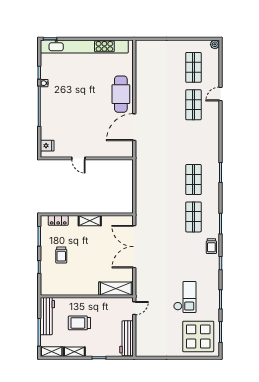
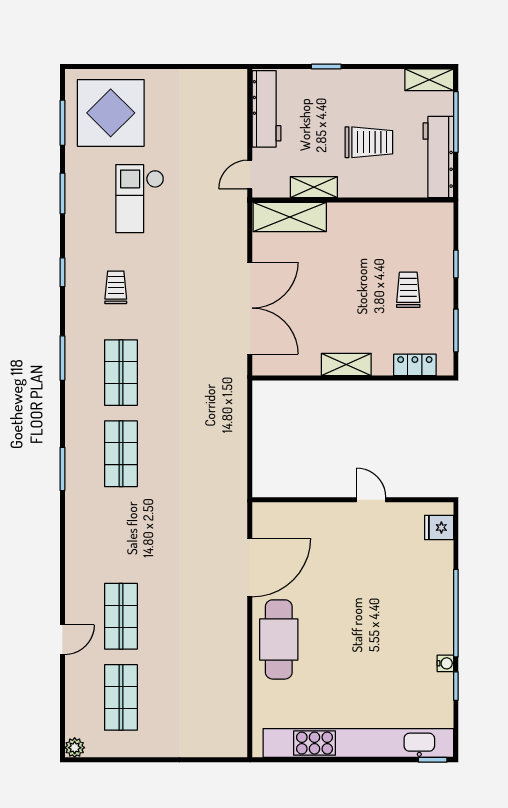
trolley: (211, 246) -> (116, 287), moved
shelving: (74, 352) -> (314, 187), moved

